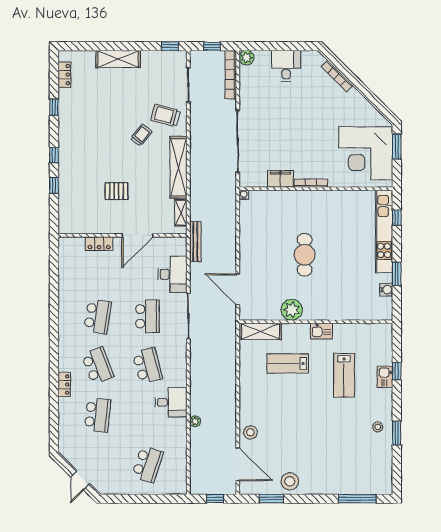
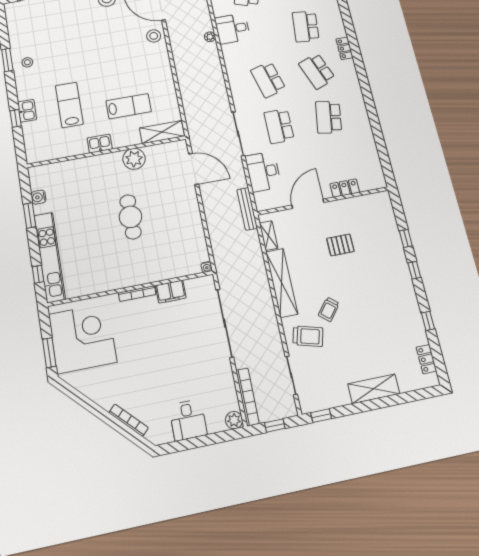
desk: (171, 402) -> (233, 29), moved

